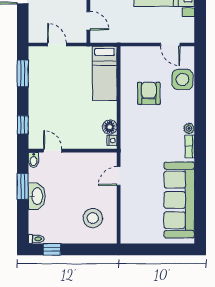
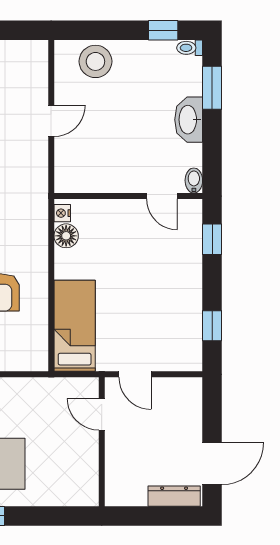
door: (57, 45) -> (135, 374), moved
window: (23, 73) -> (212, 326), width x0.67
door: (119, 176) -> (51, 121), moved
window: (23, 186) -> (212, 88), moved
stool: (93, 218) -> (95, 61), moved

